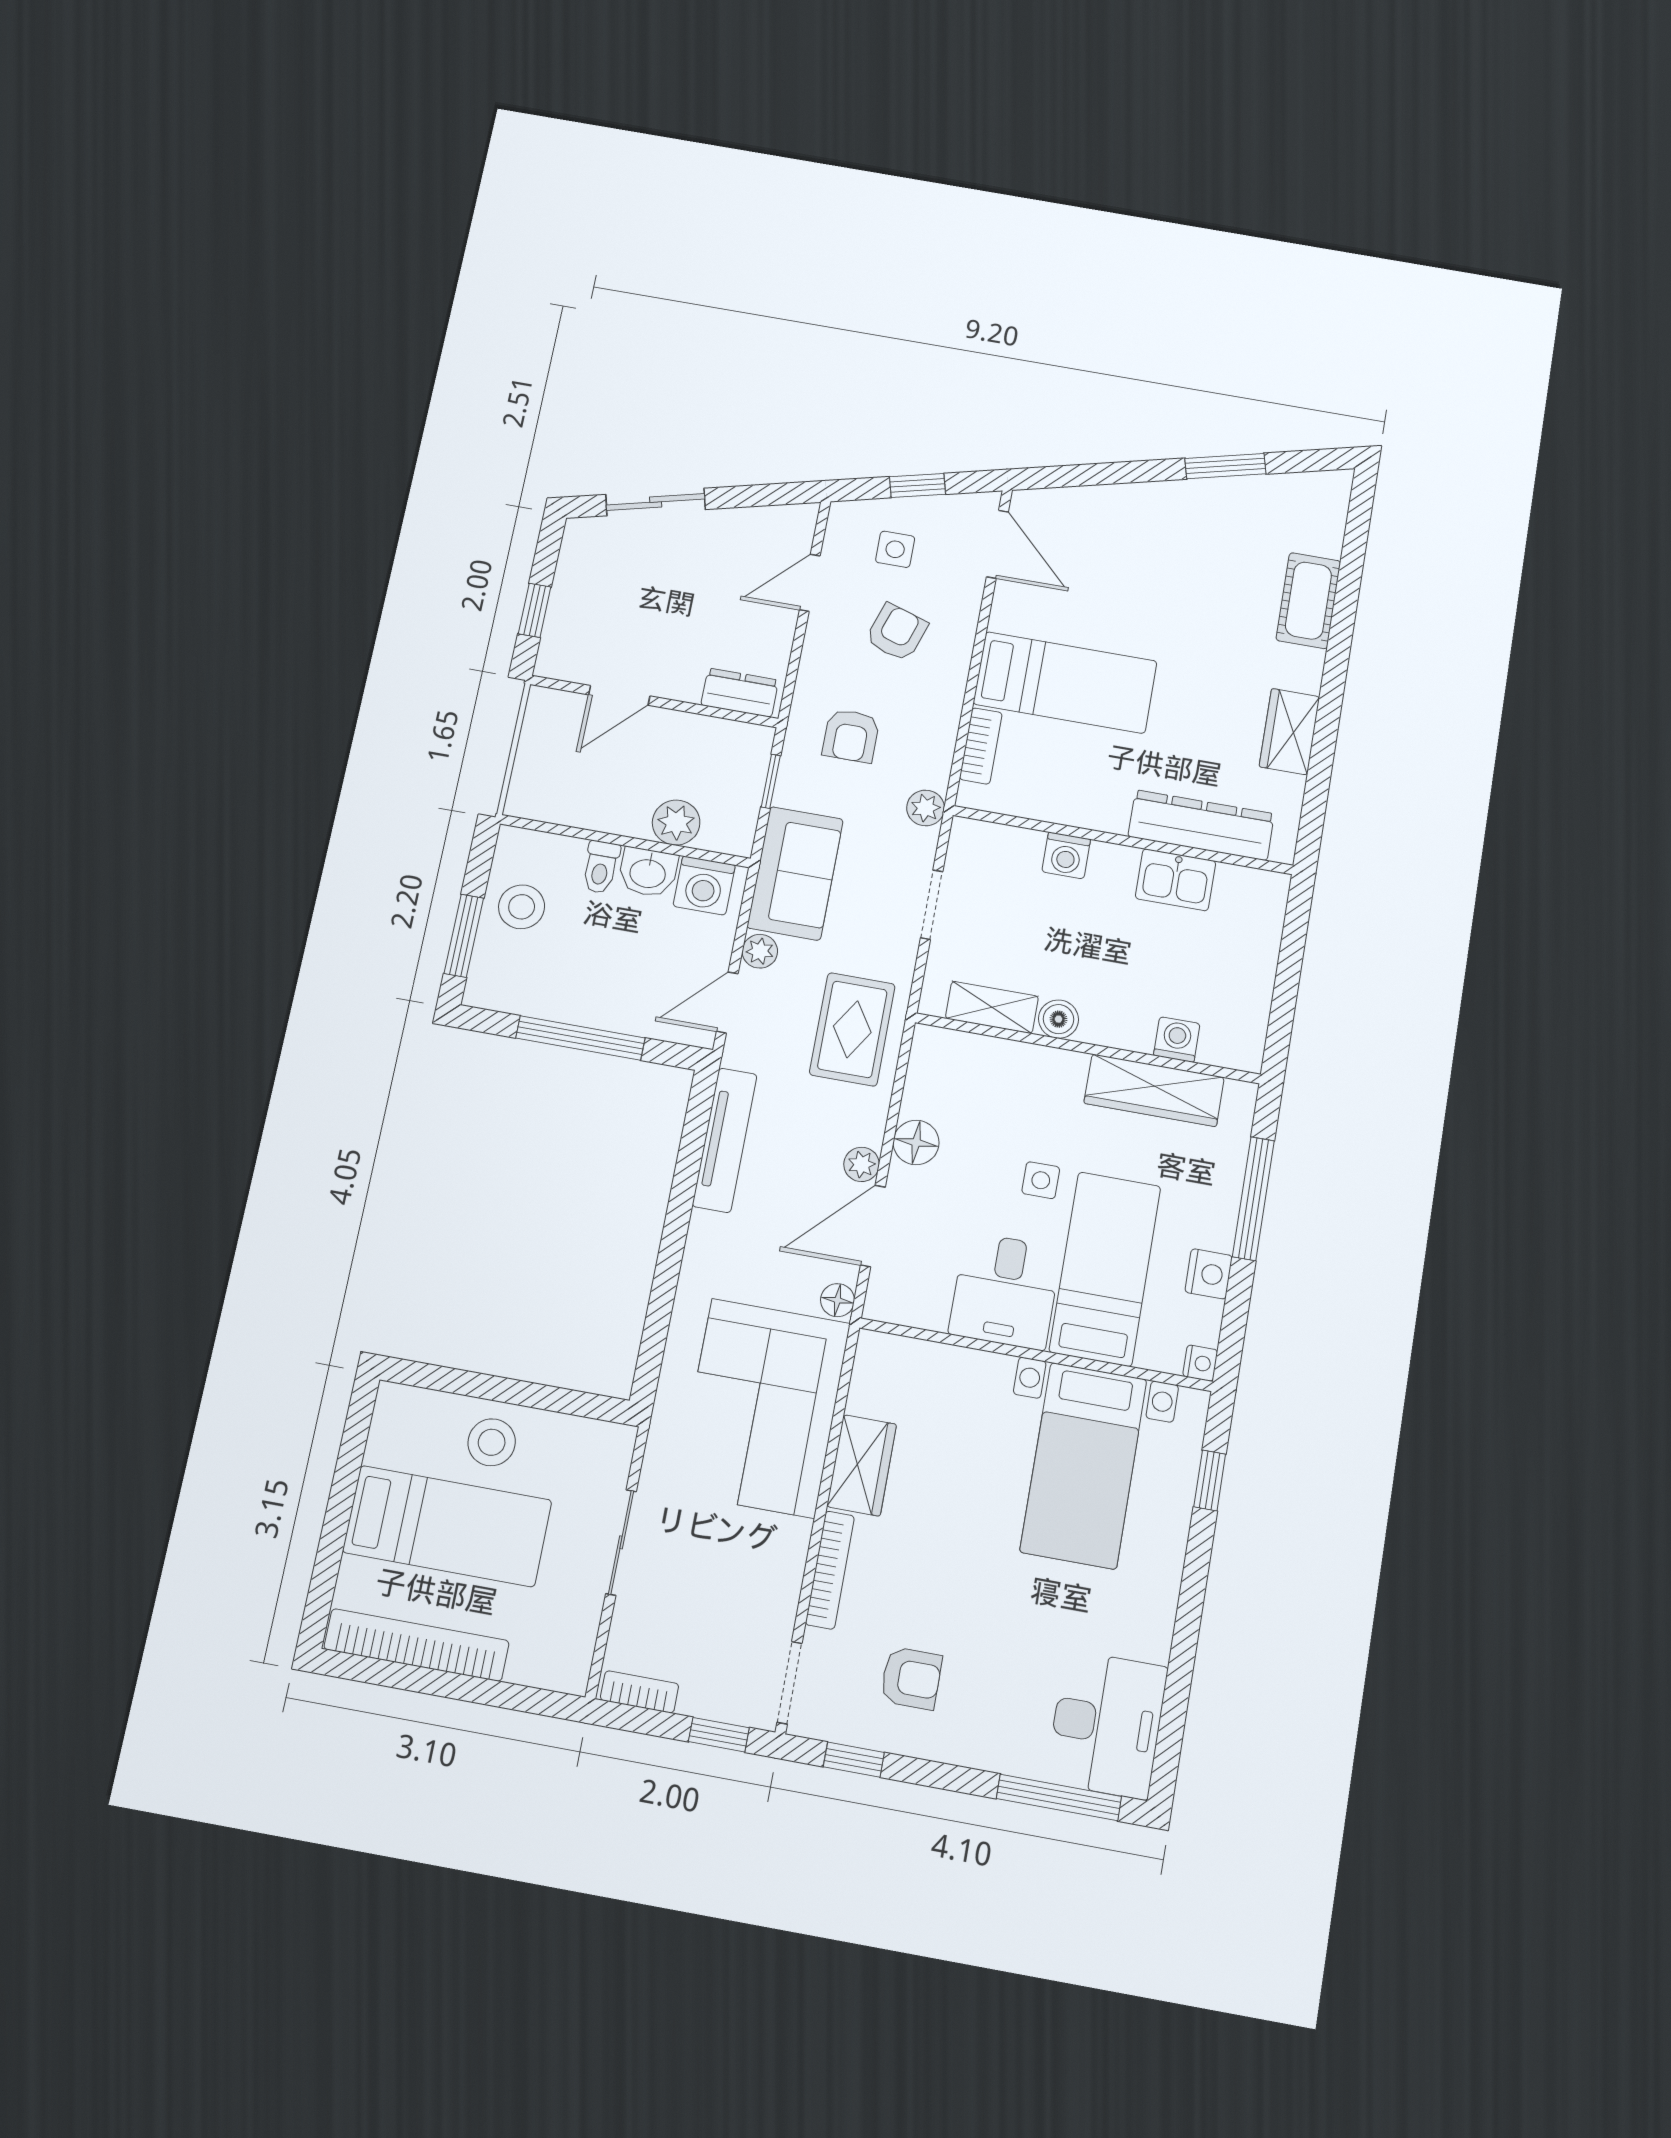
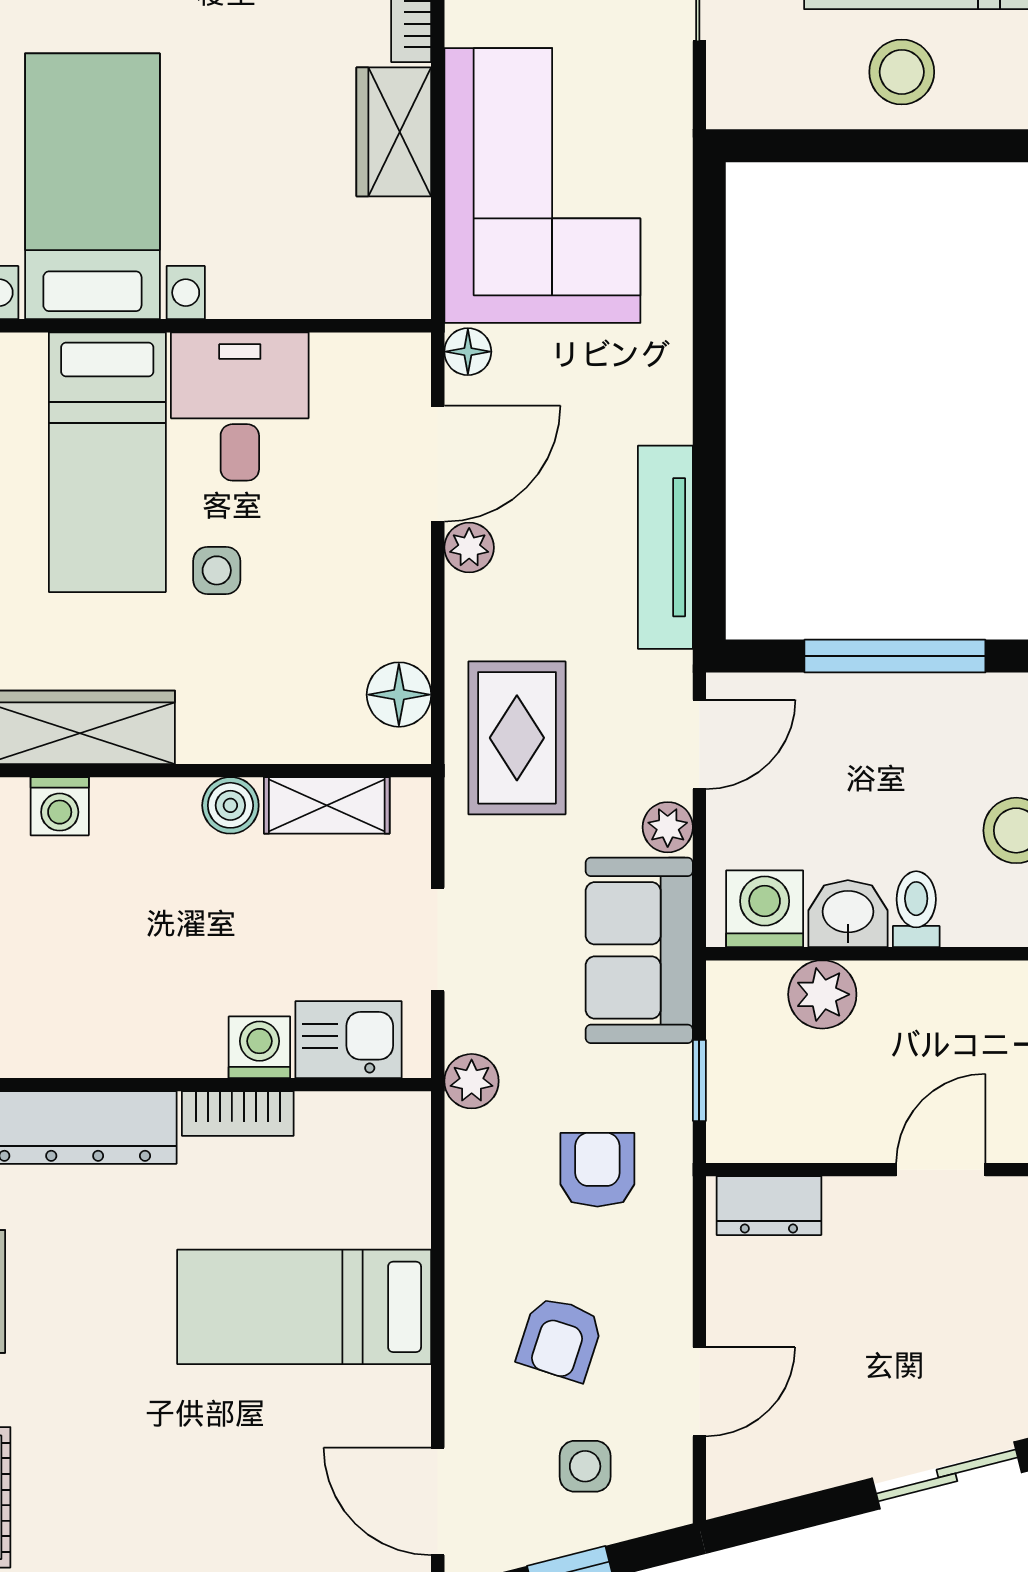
bookcase: (981, 746) -> (238, 1113), moved, turned -90
kitchen sink: (1175, 880) -> (348, 1040), moved
floor lamp: (916, 1142) -> (399, 695), moved

